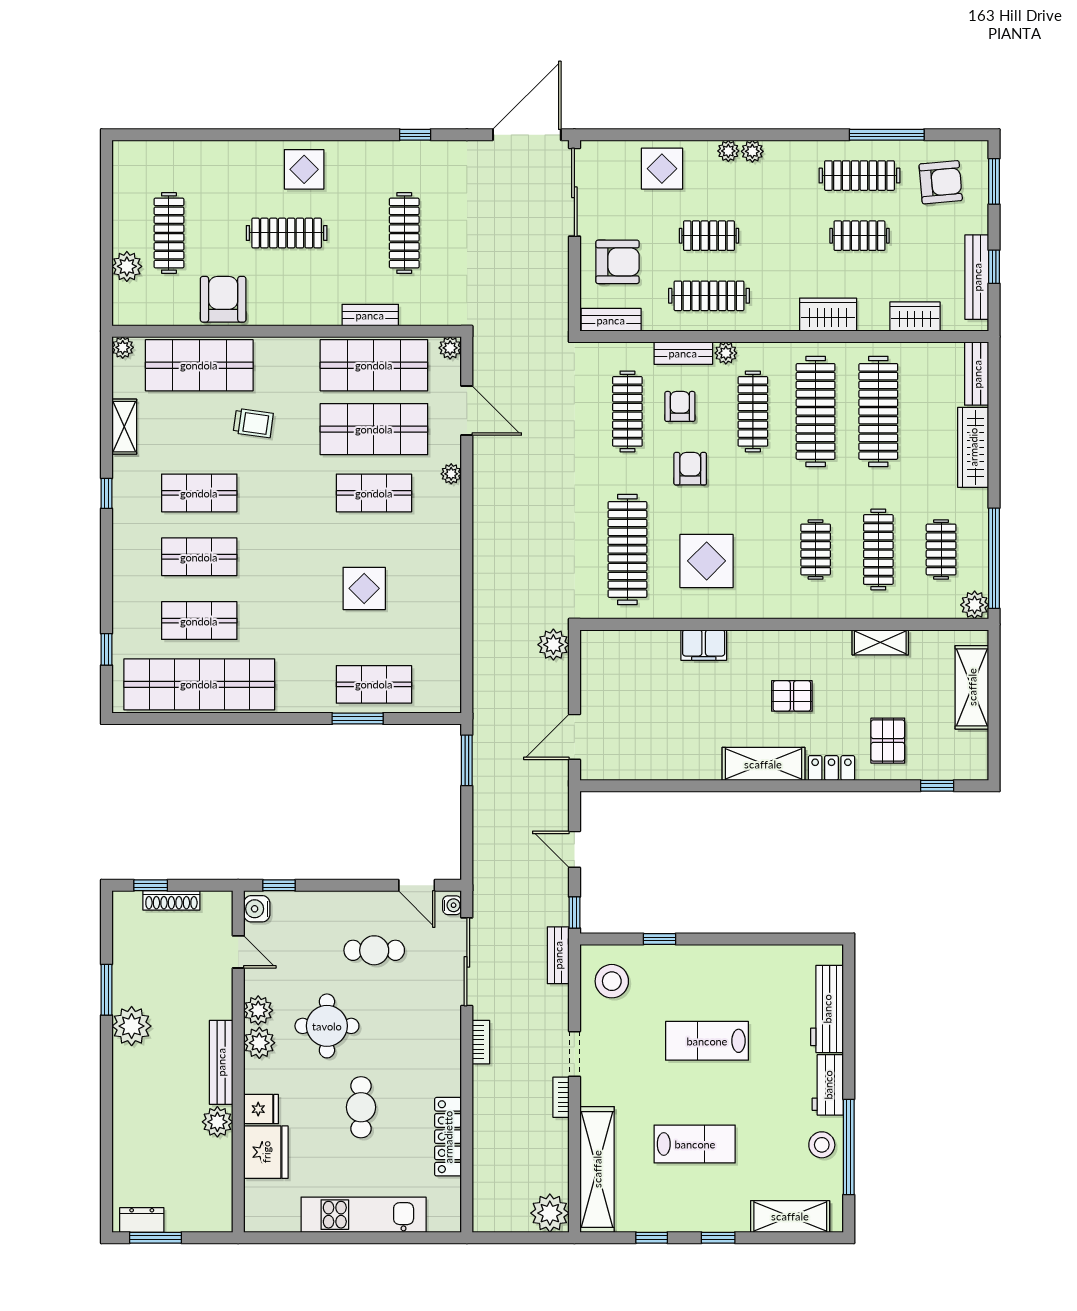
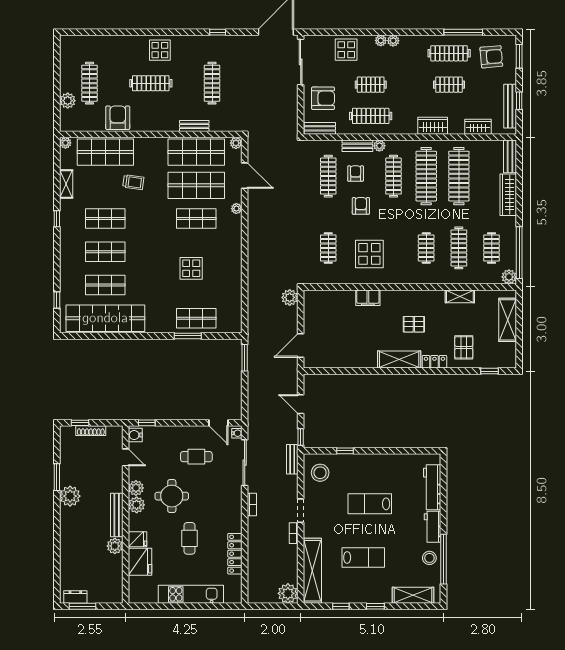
clothes rail: (627, 549) -> (328, 248), width x0.54, depth x0.76

